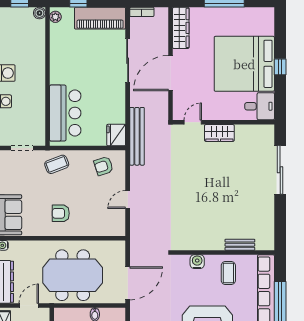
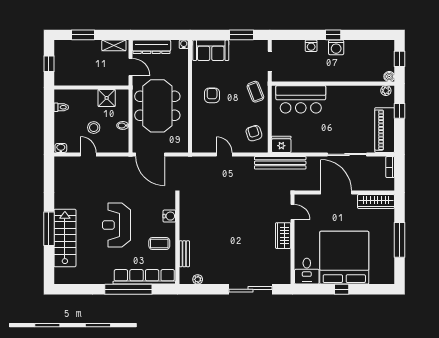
plant: (269, 230) -> (198, 279), added

